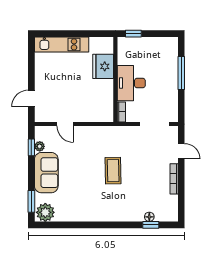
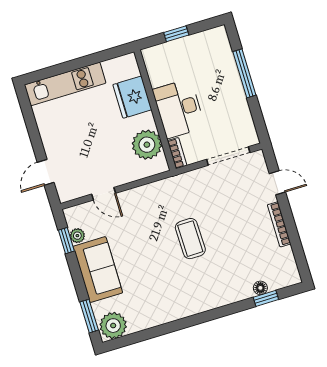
window: (133, 34) -> (176, 34), moved
plant: (103, 100) -> (147, 145), added

